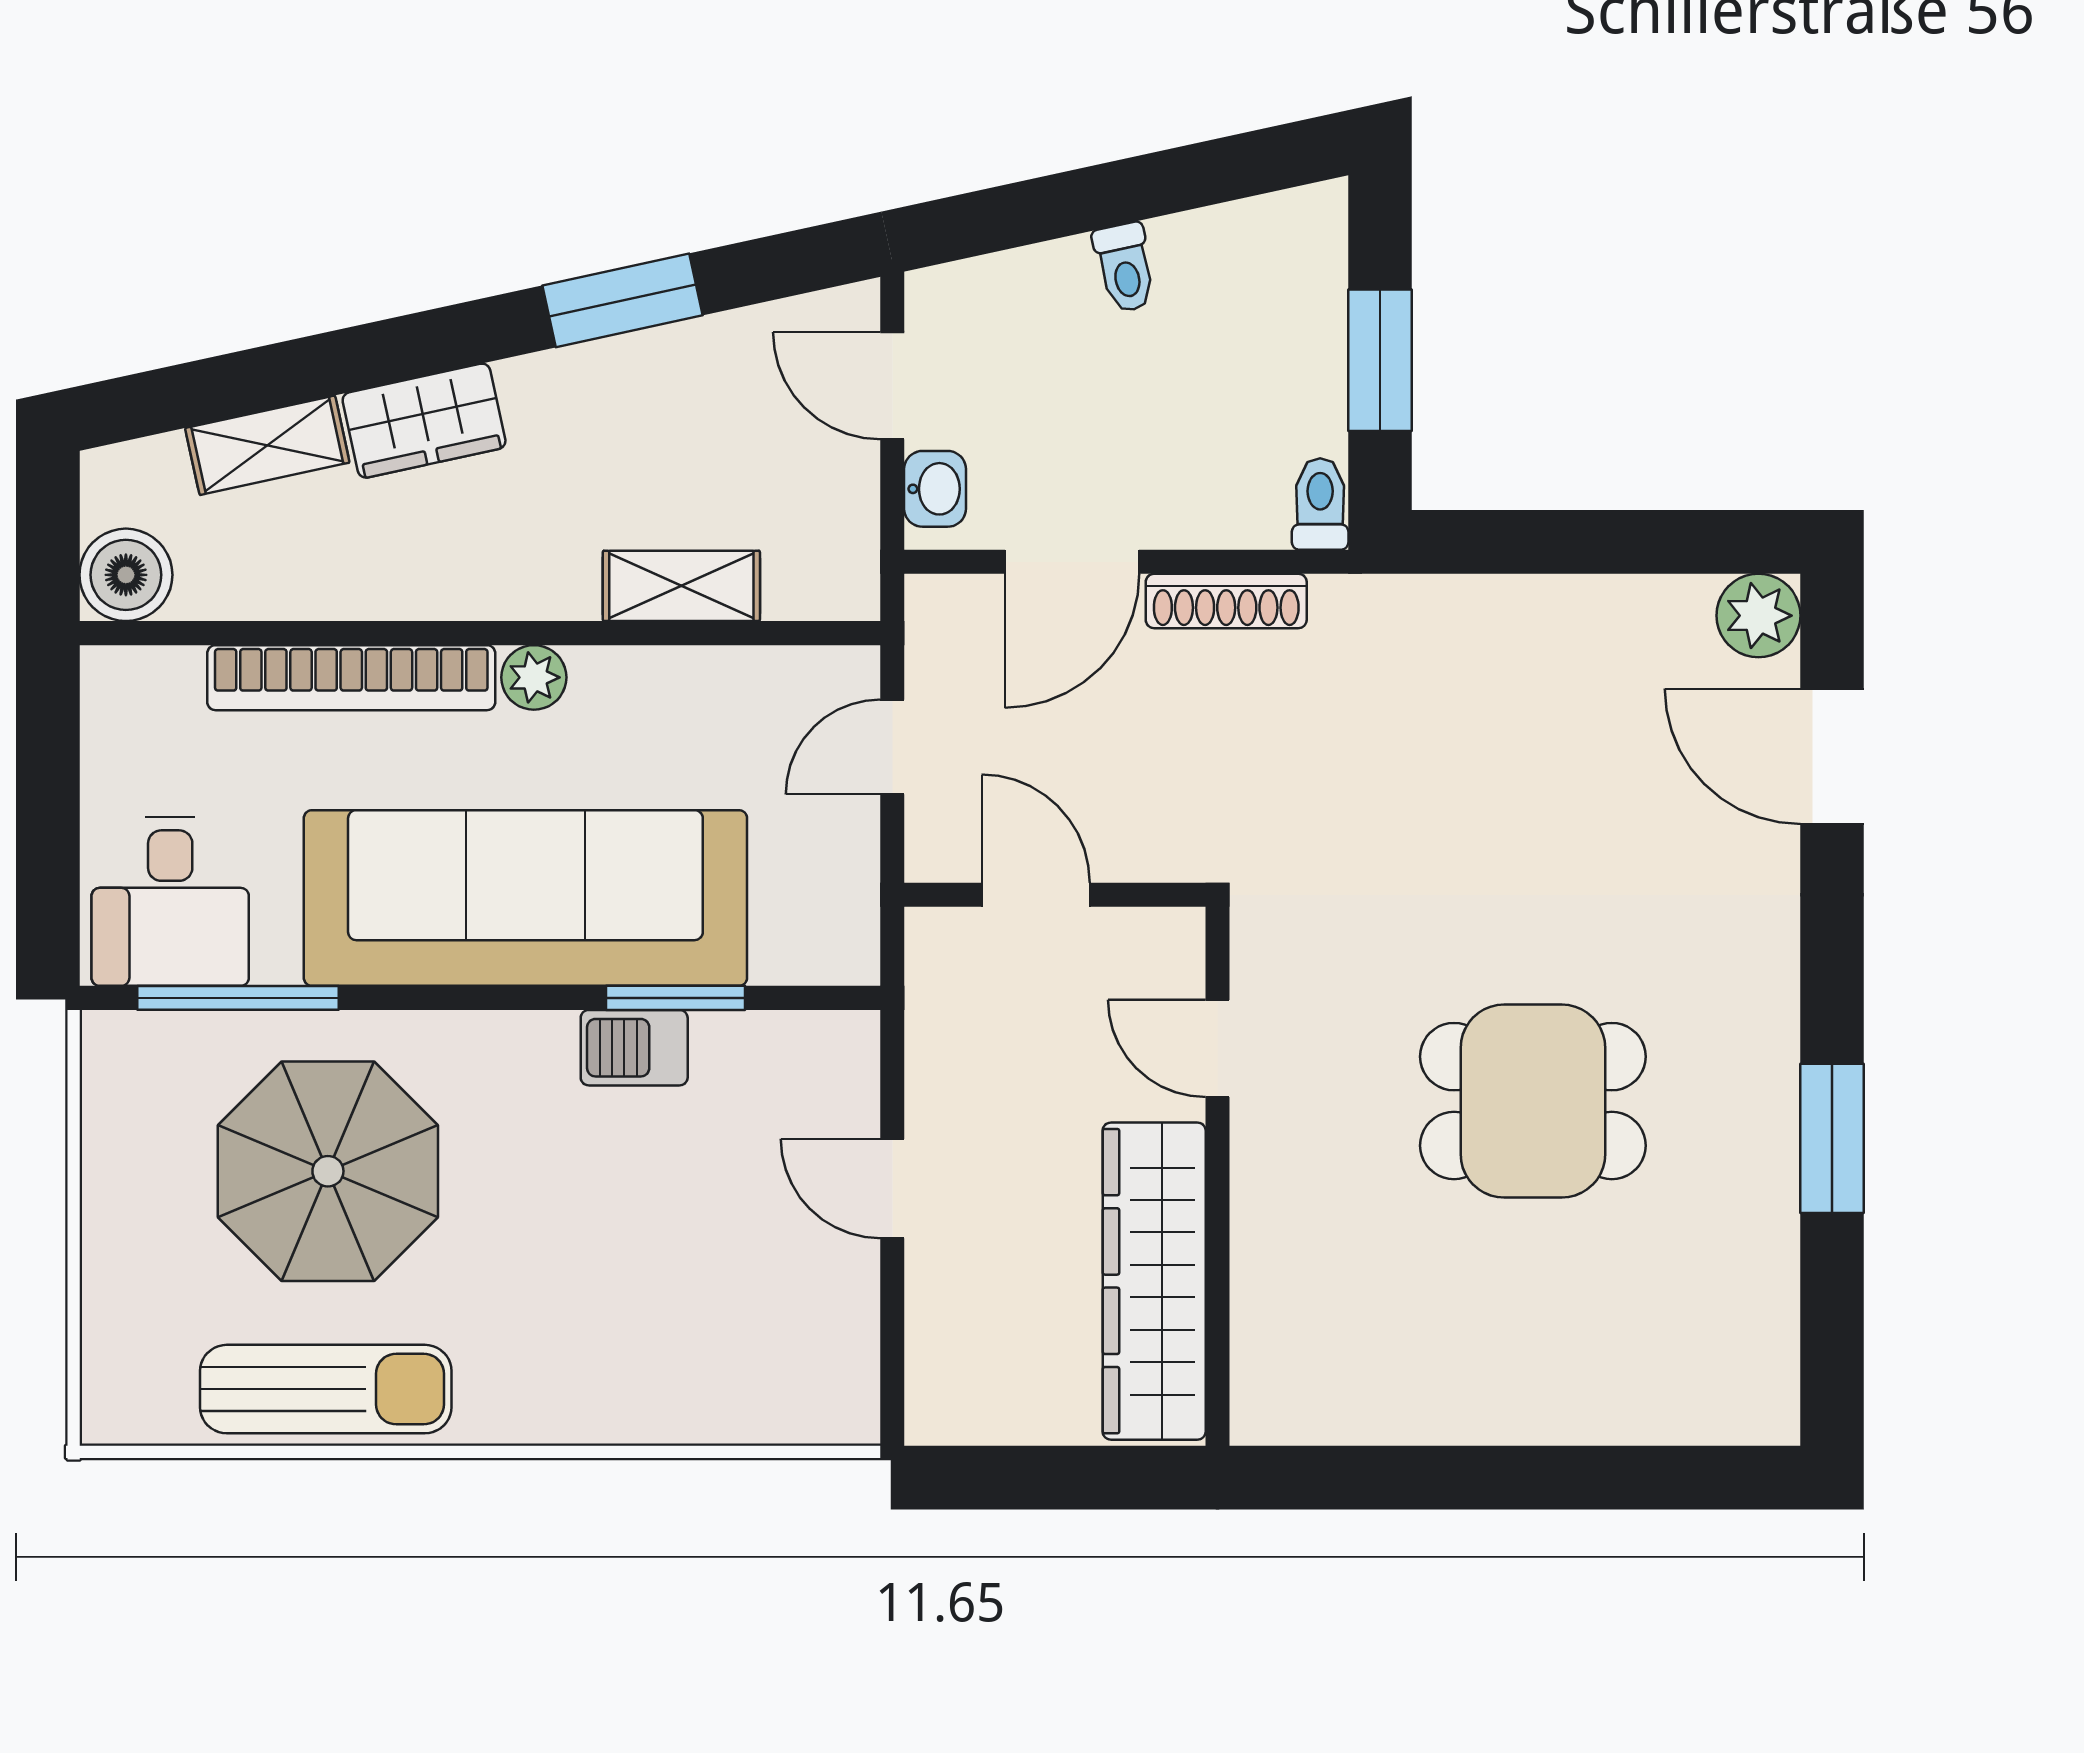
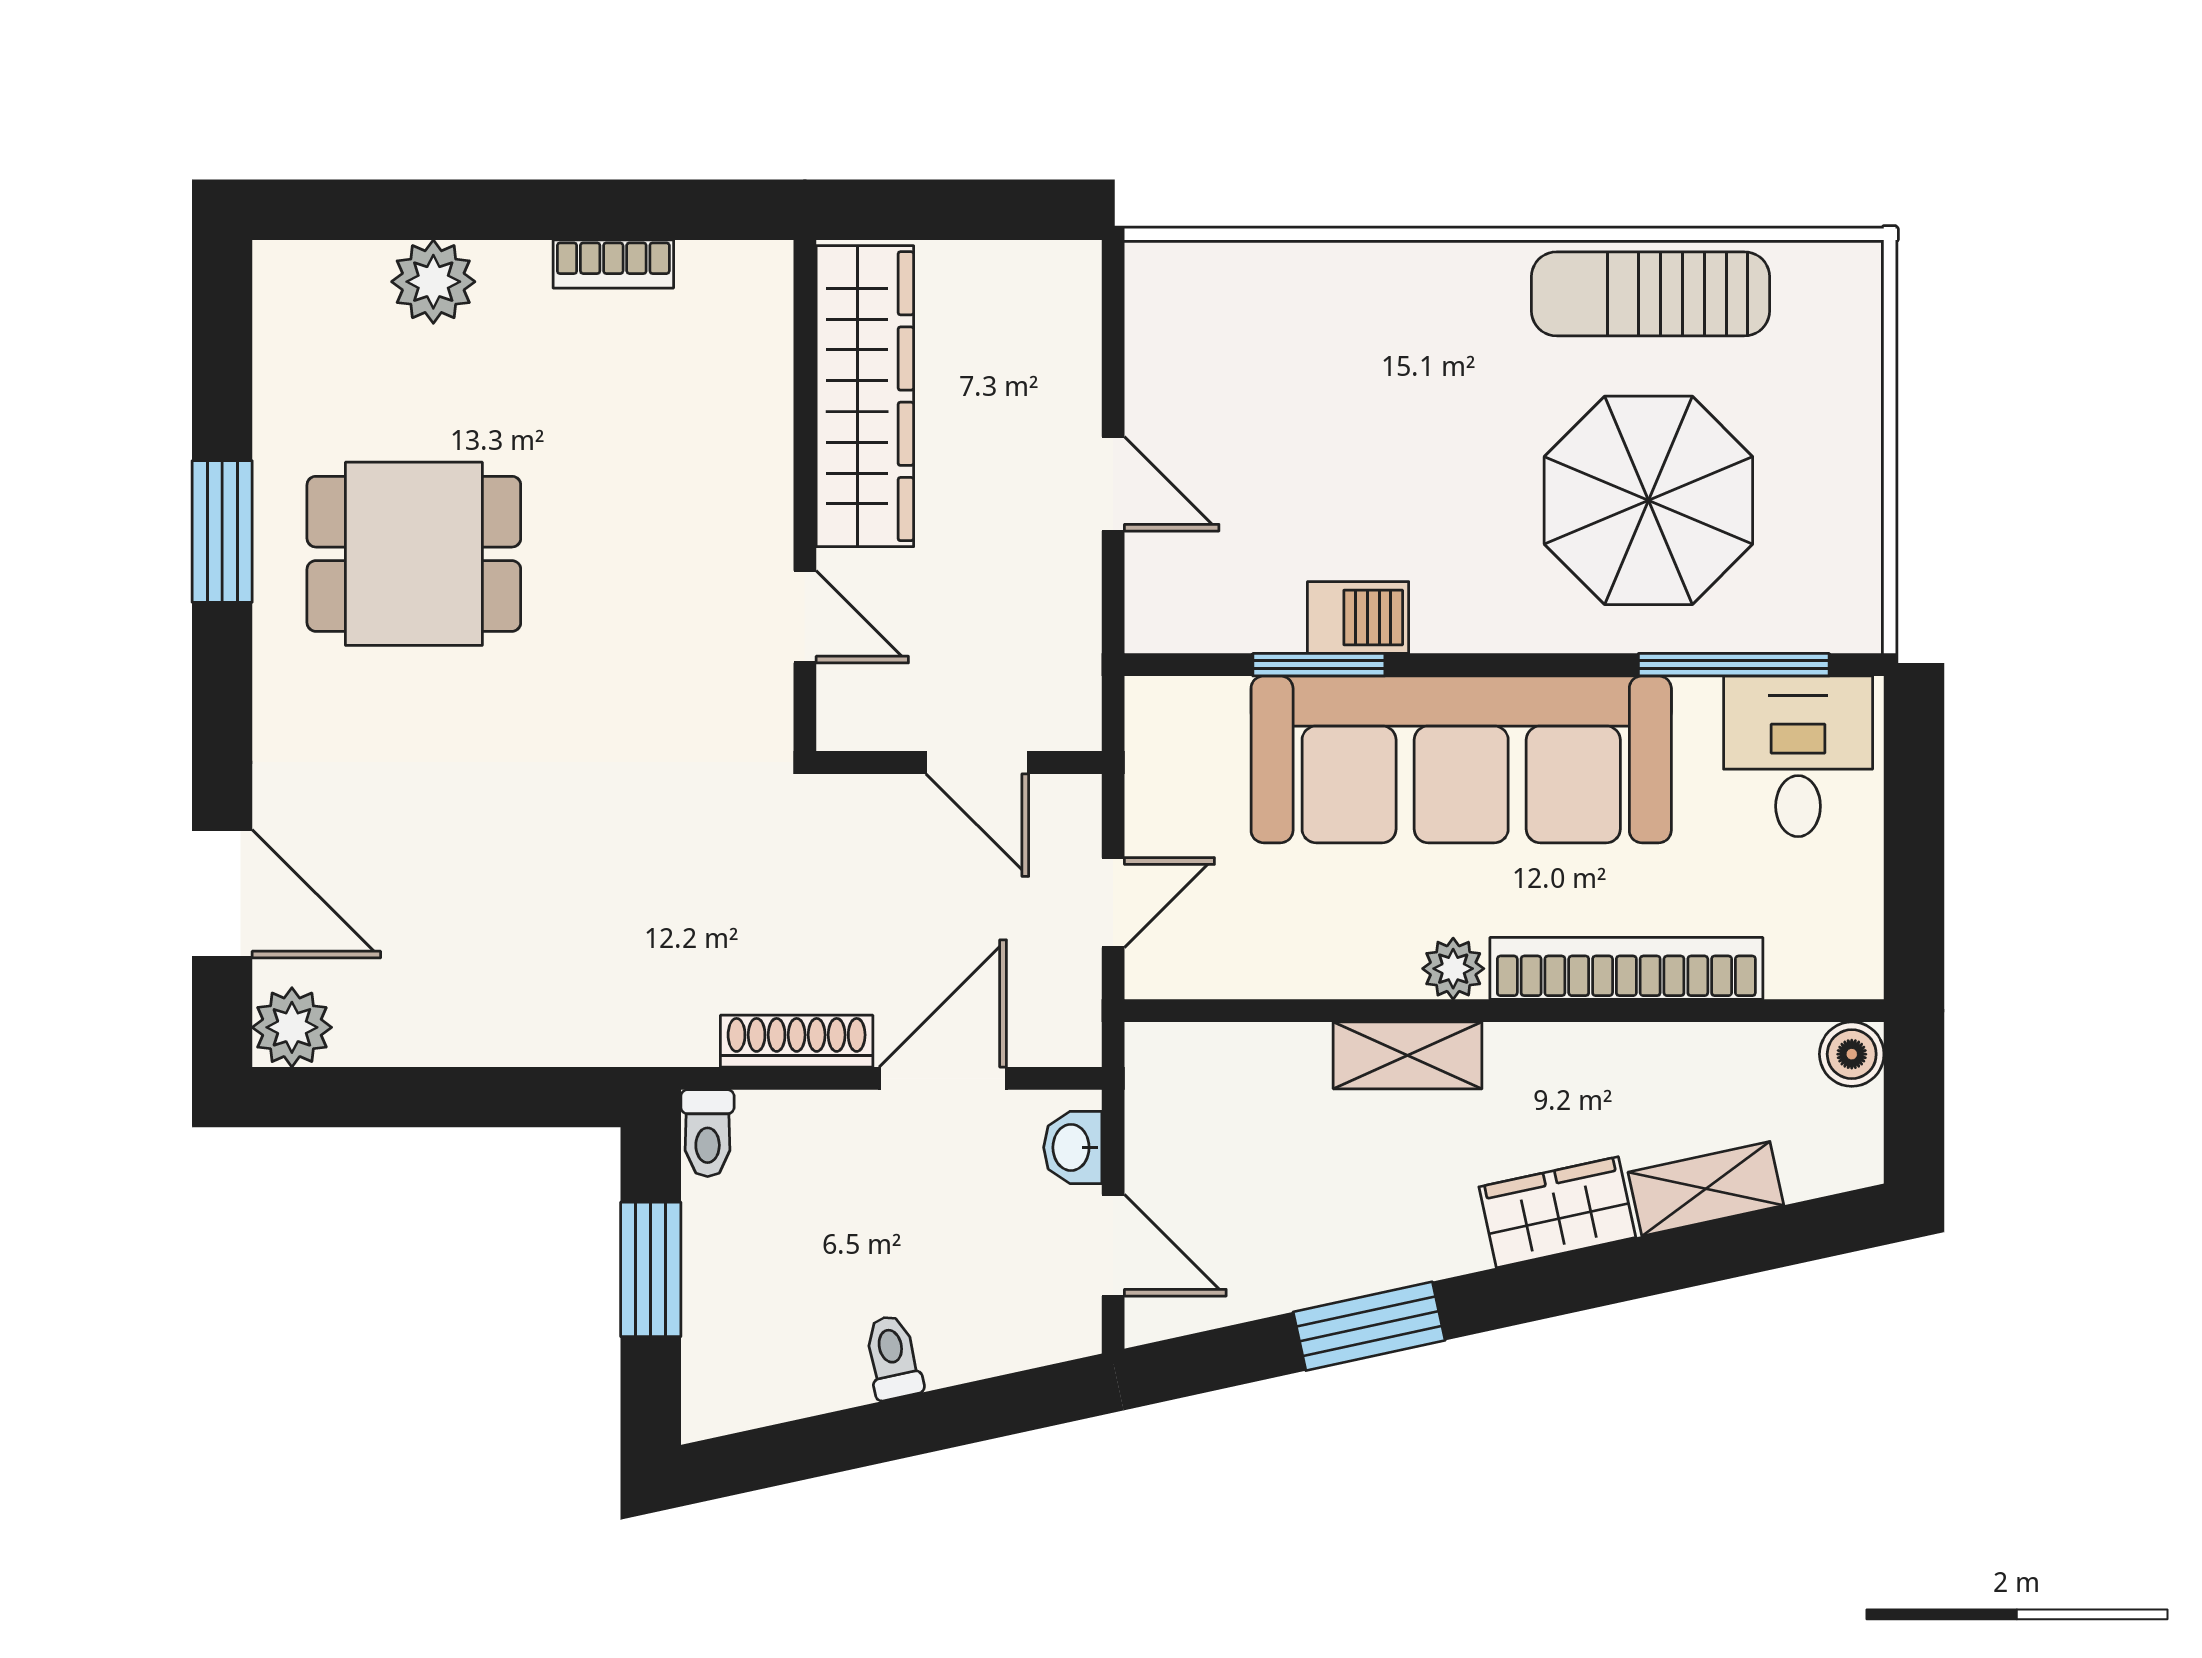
boiler: (126, 575) -> (1852, 1054), width x0.73, depth x0.73
shelving: (681, 586) -> (1408, 1055), moved
dining table: (1533, 1101) -> (414, 554), moved
plant: (1609, 1402) -> (433, 282), added
bookcase: (1420, 1420) -> (613, 264), added

